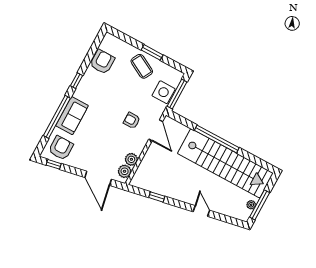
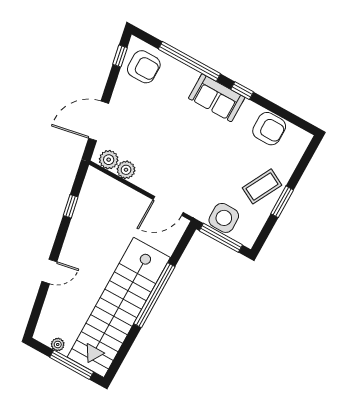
sofa: (72, 116) -> (217, 98), moved
armchair: (132, 120) -> (183, 171), removed
window: (260, 205) -> (72, 365), moved

